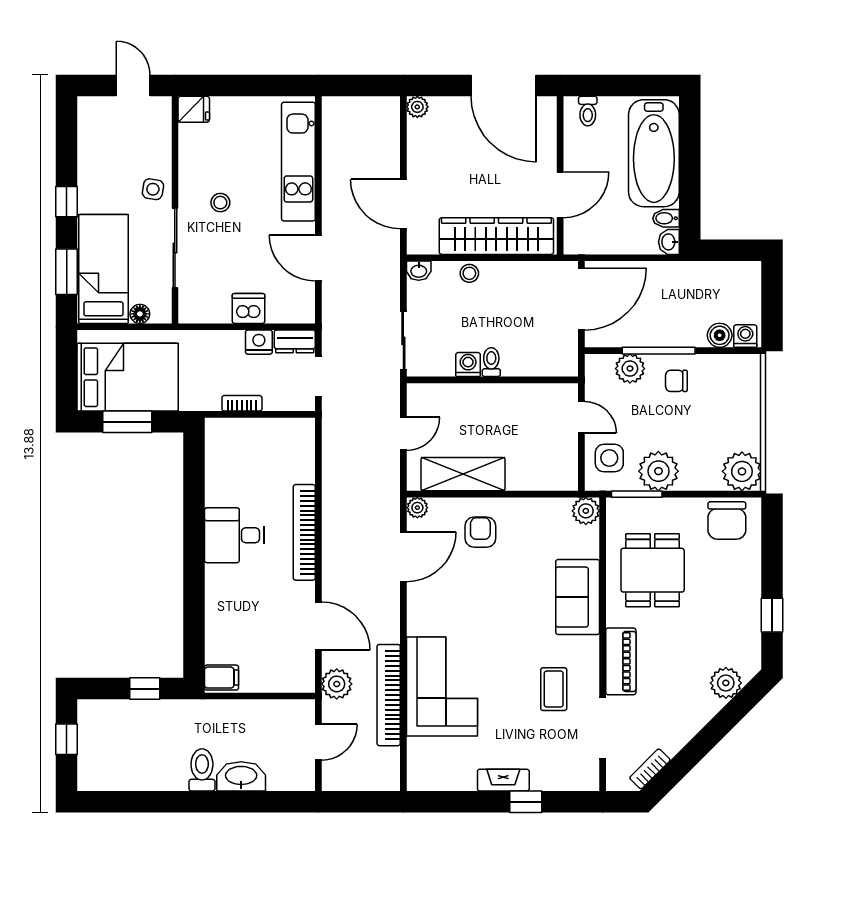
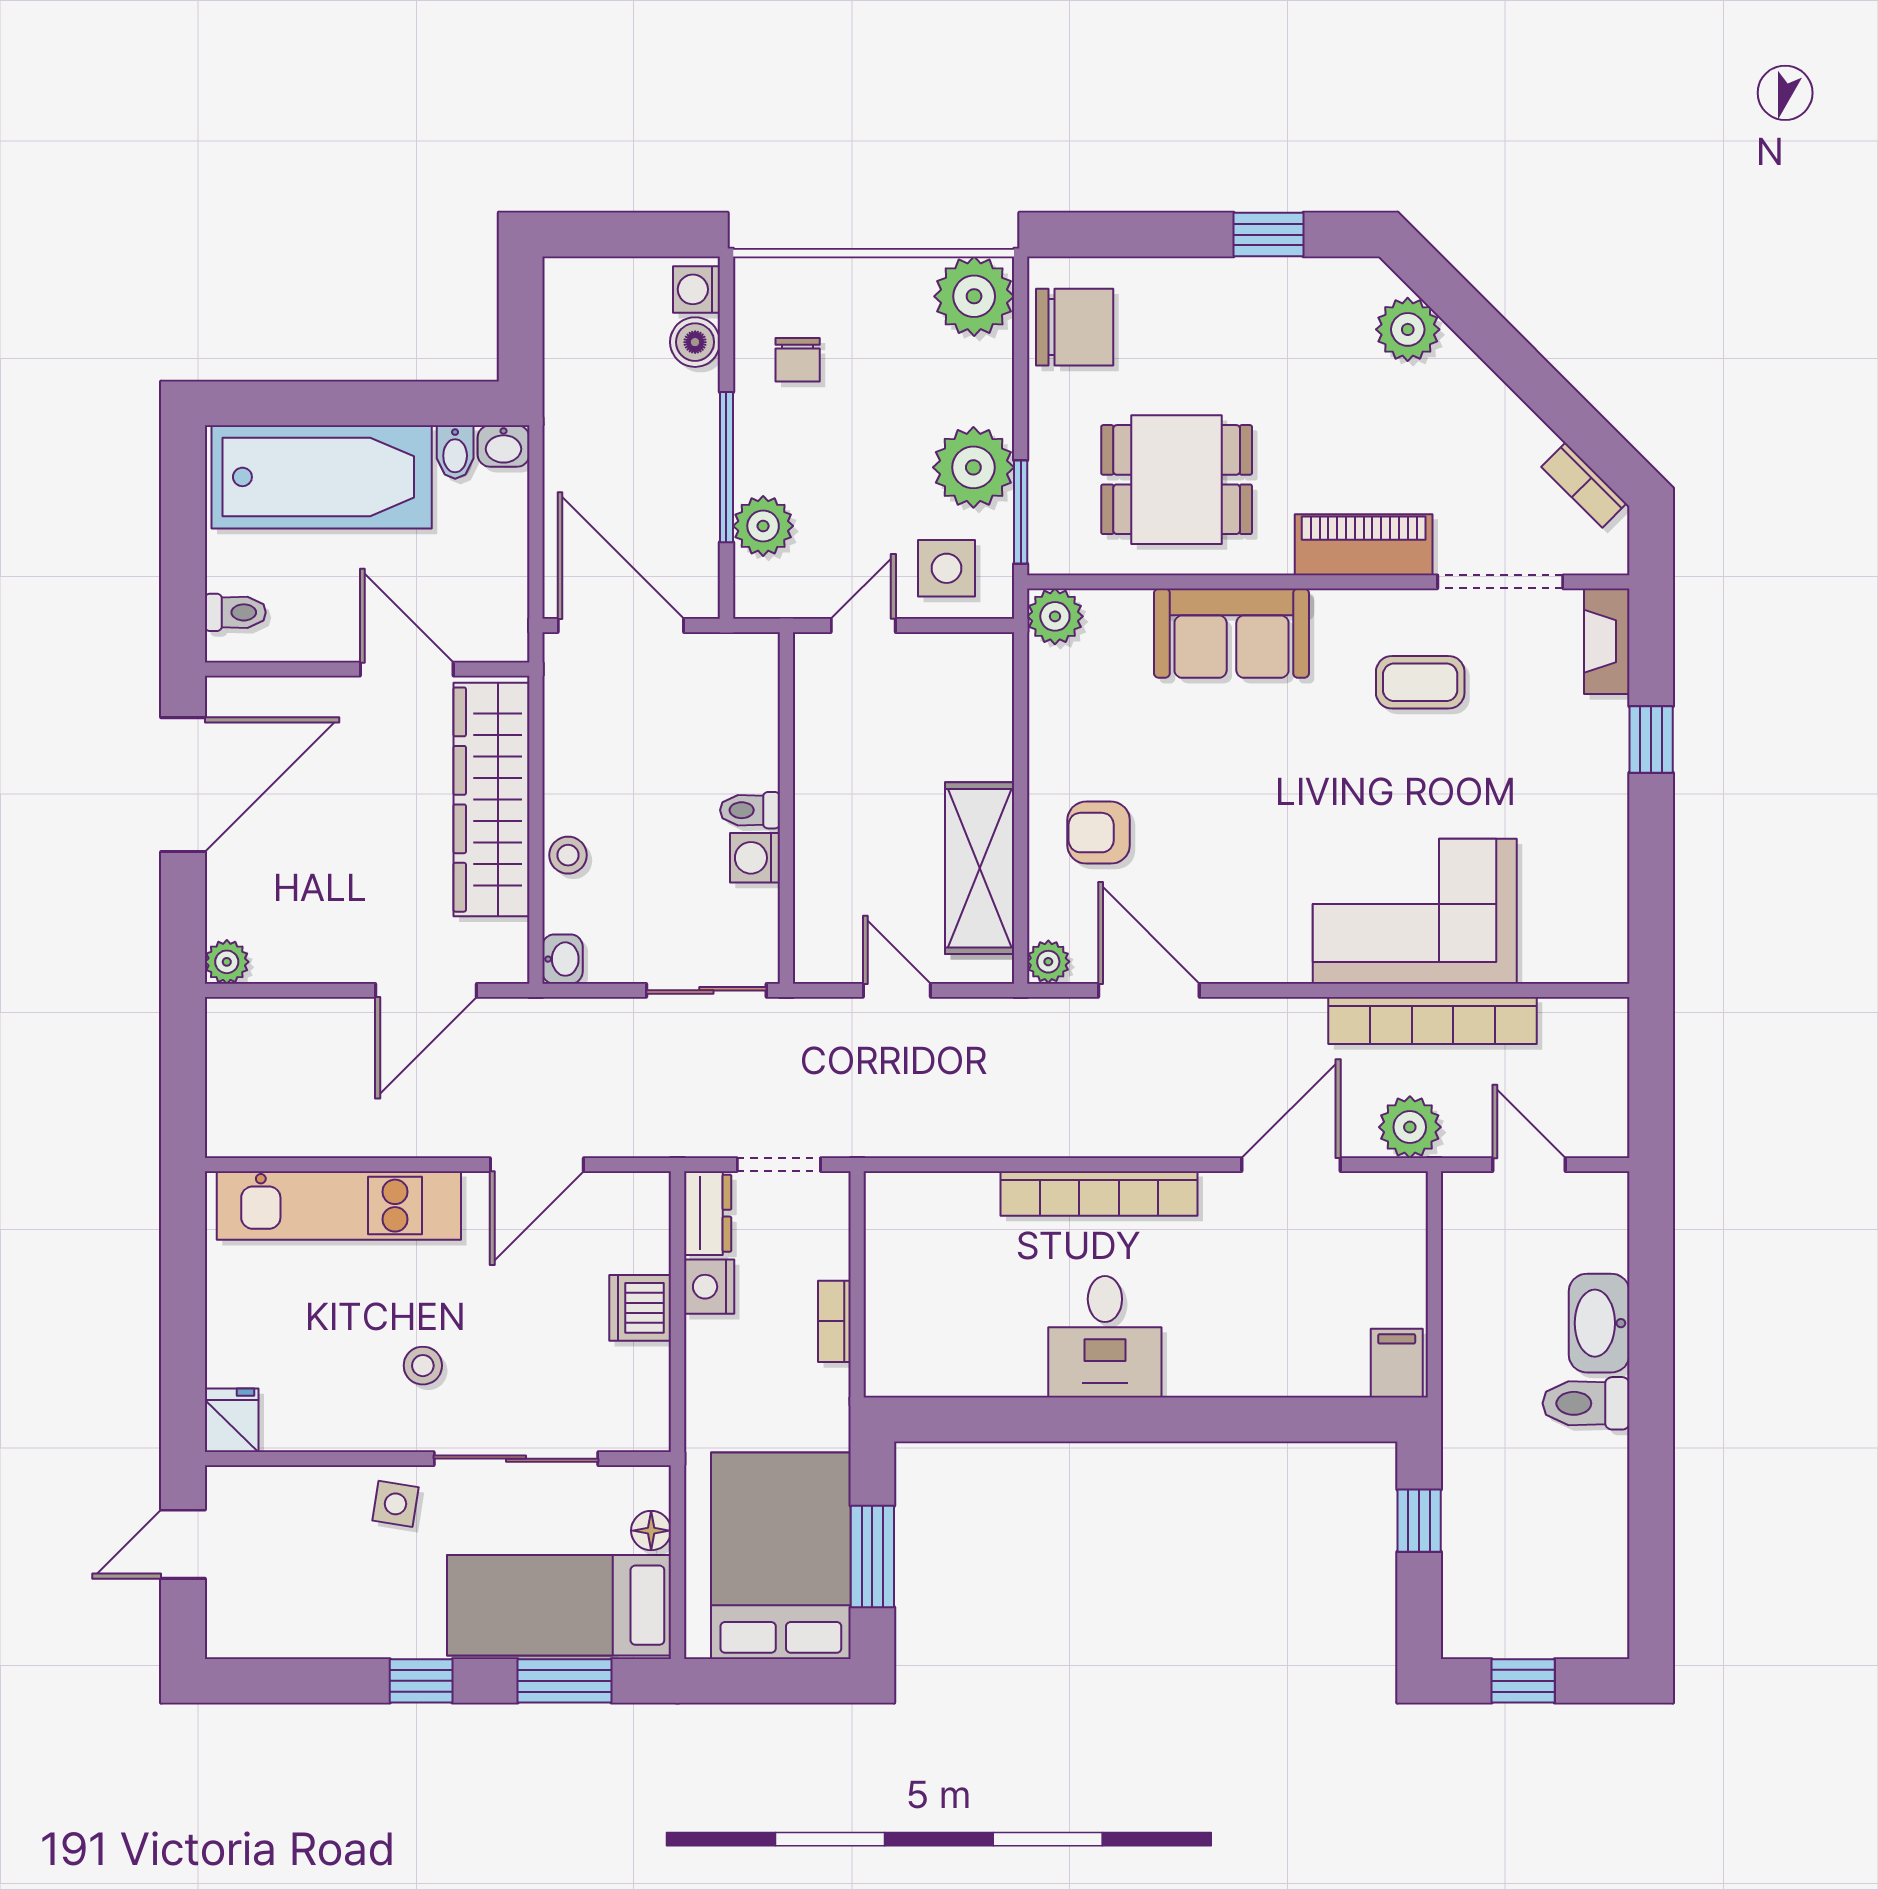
chair: (676, 381) -> (798, 360), moved
fireplace: (503, 780) -> (1607, 641), moved

